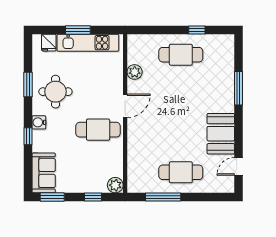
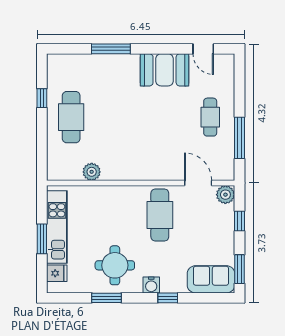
door: (125, 106) -> (198, 183), moved
cafe table: (181, 172) -> (210, 117), width x0.73, depth x0.74

